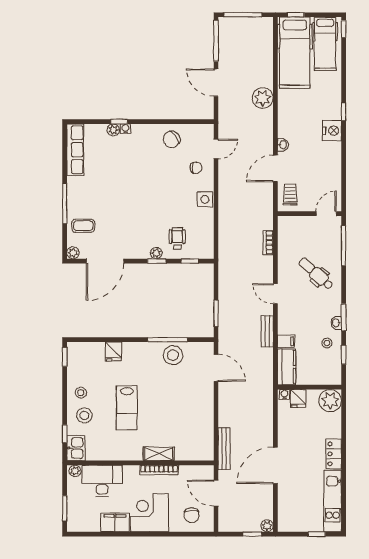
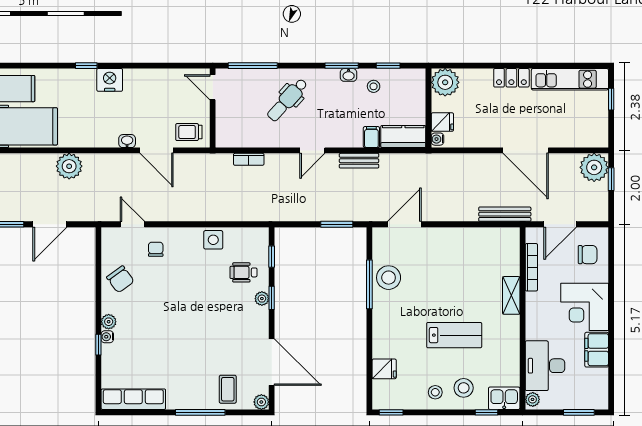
plant: (113, 130) -> (109, 322), moved
side table: (205, 199) -> (213, 240), moved
fridge: (113, 352) -> (384, 369), moved
bookcase: (159, 470) -> (531, 267), moved
plant: (267, 526) -> (594, 167), width x1.87, depth x1.87

